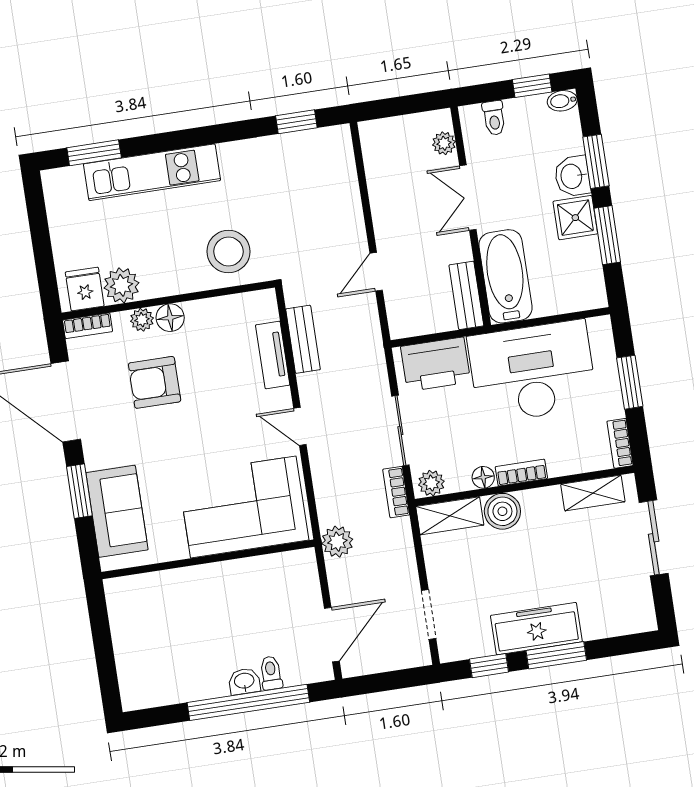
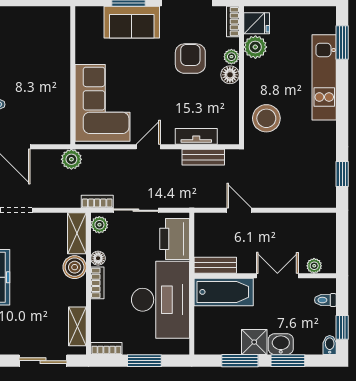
sofa: (117, 511) -> (132, 22), moved

